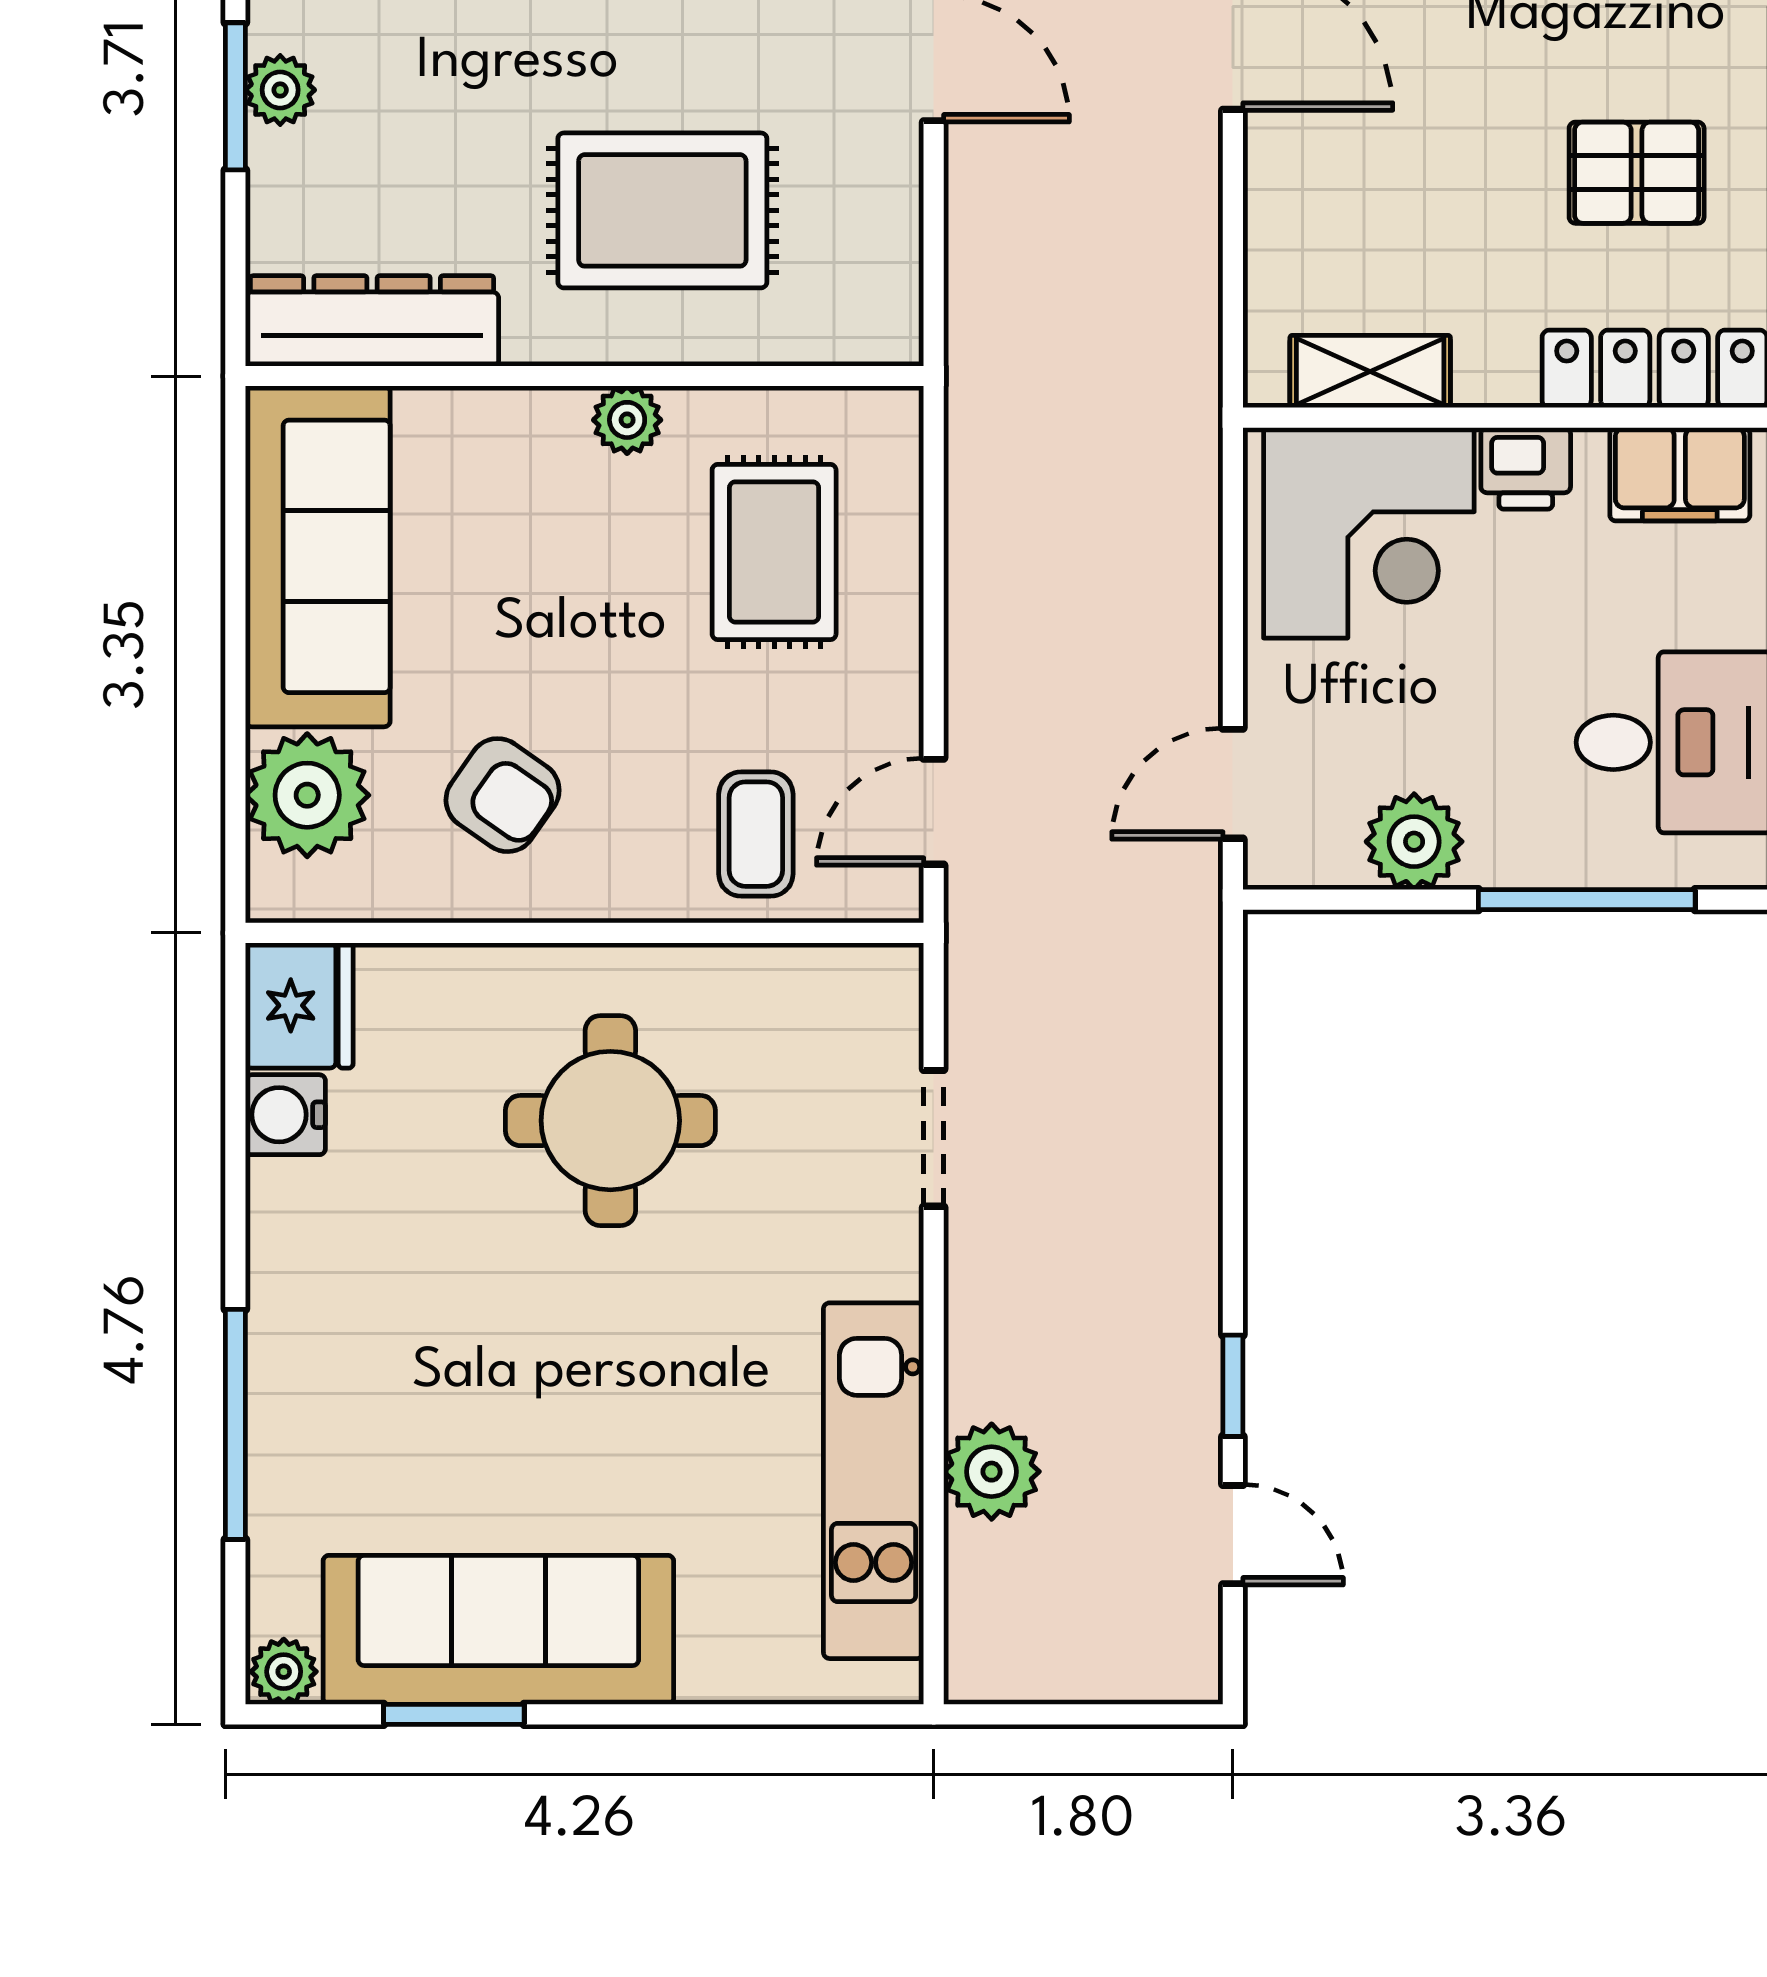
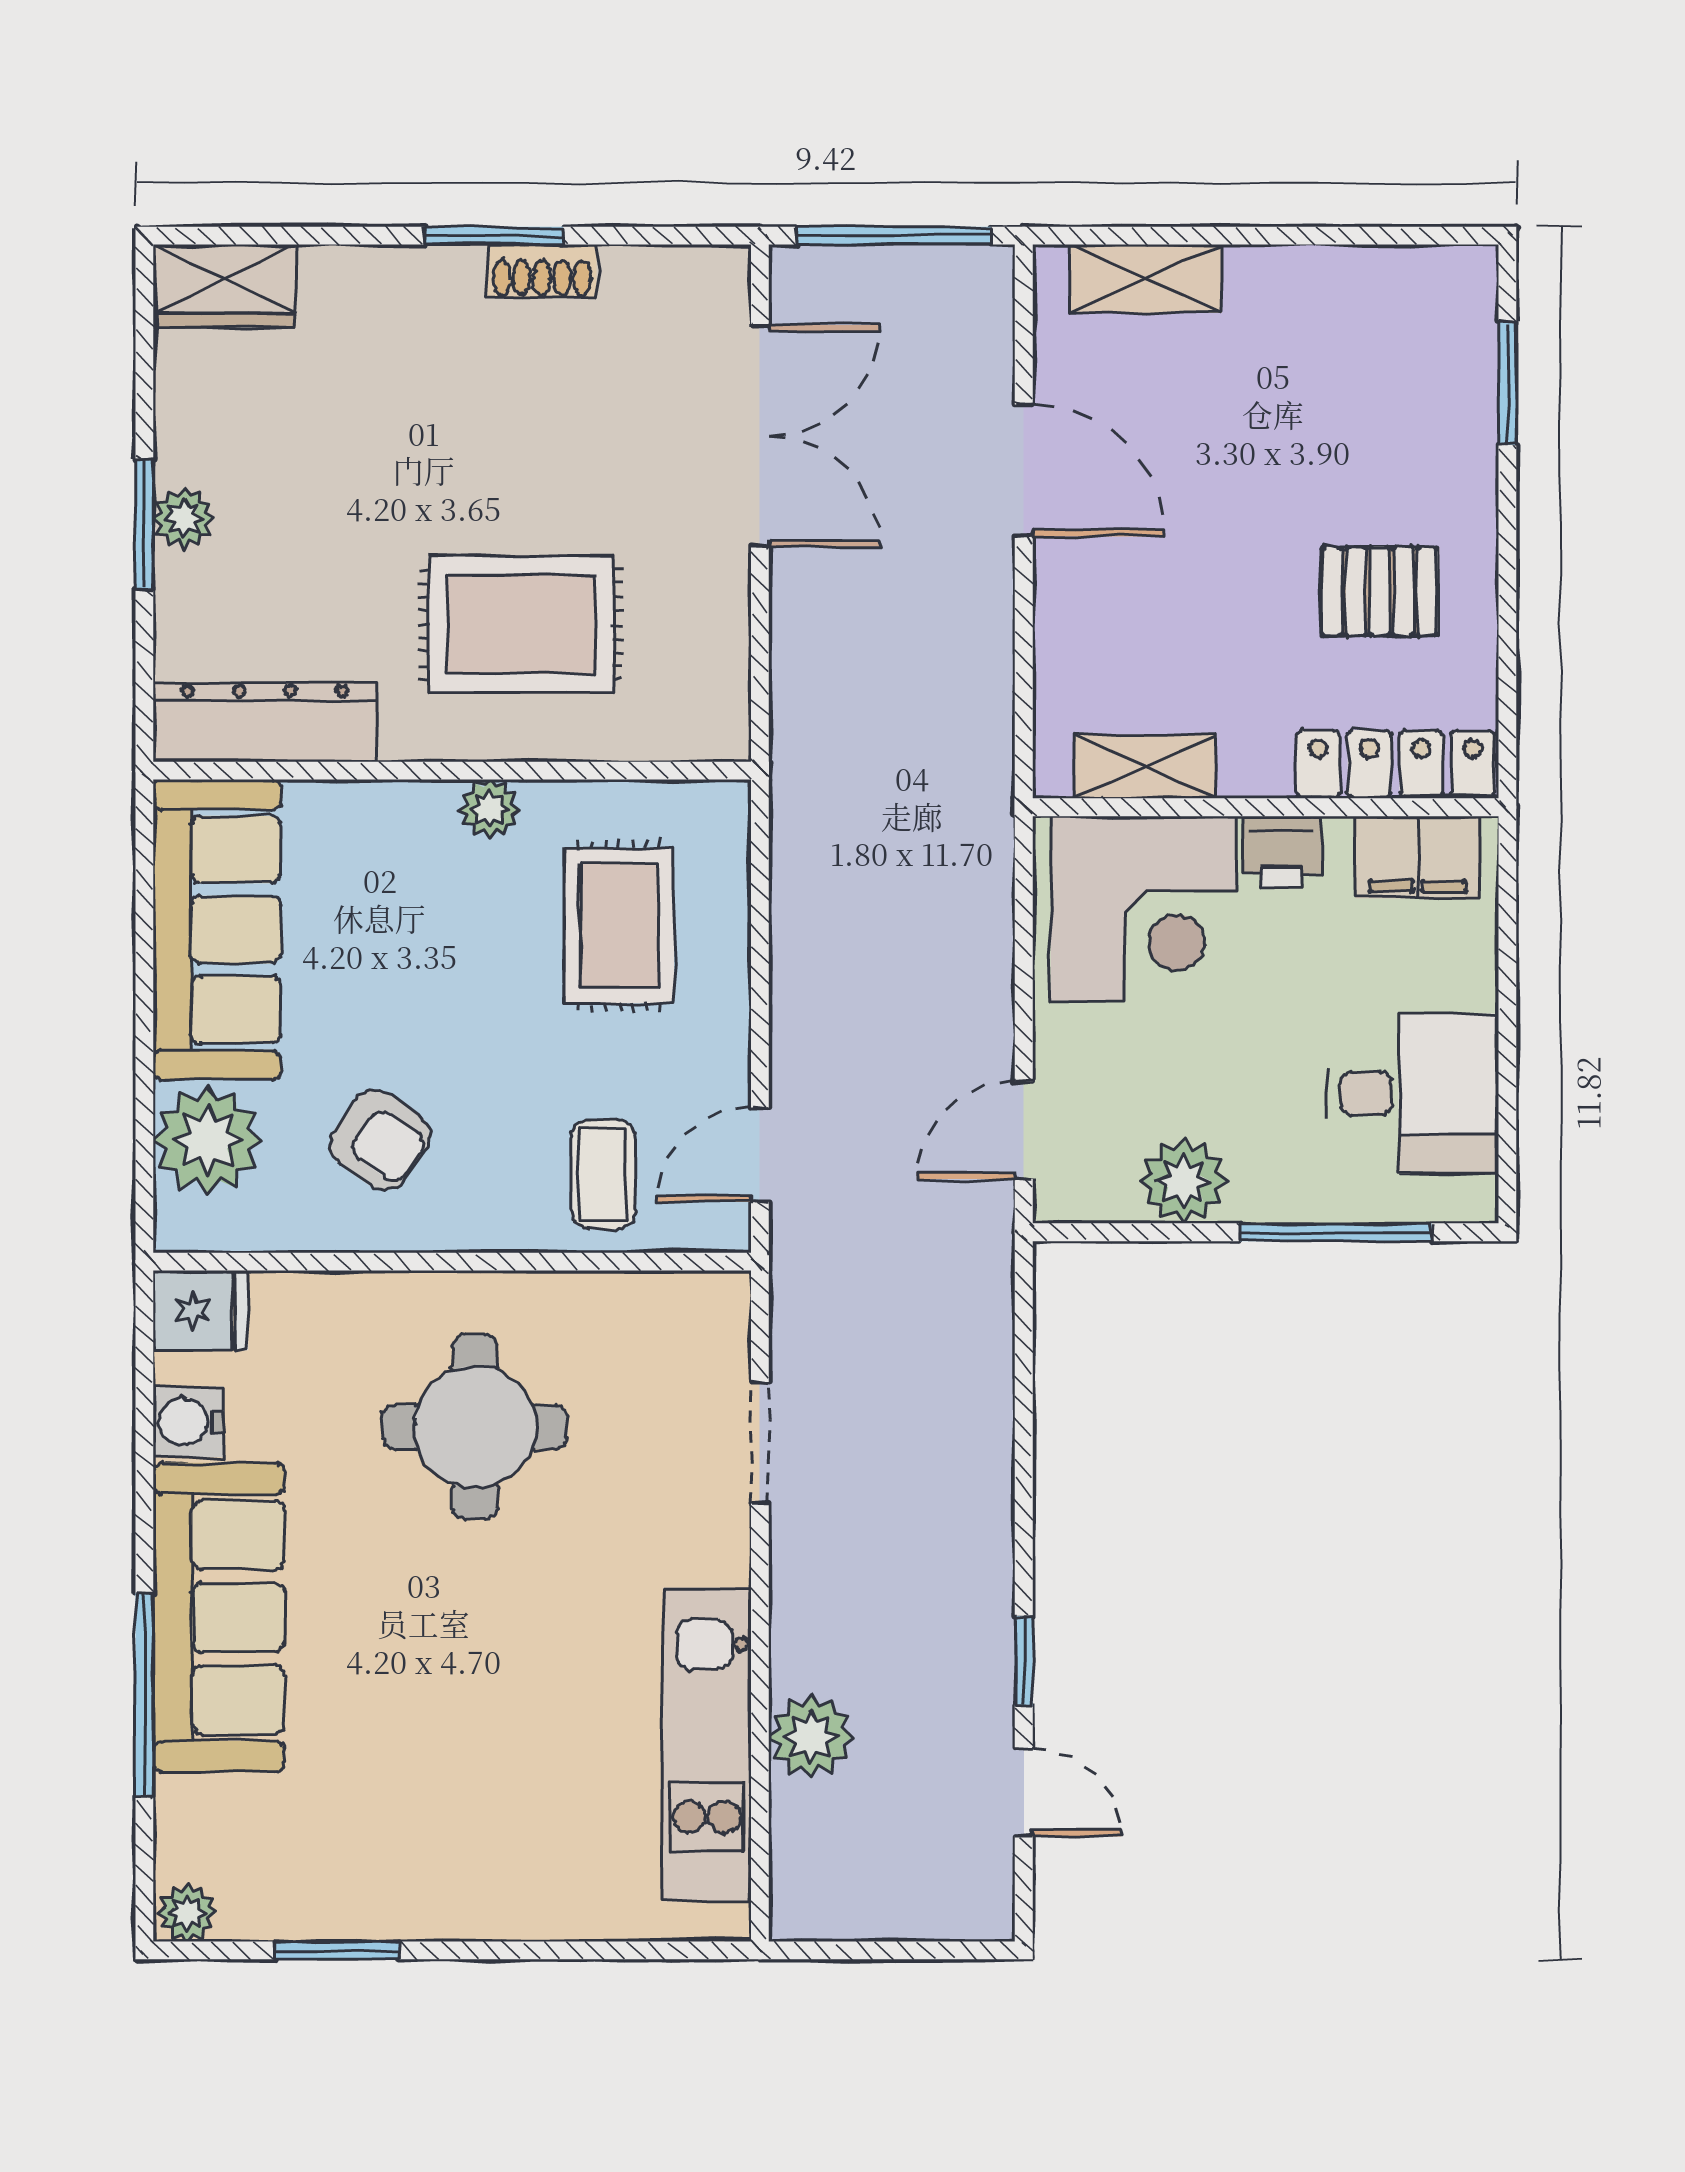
fridge: (299, 1005) -> (201, 1310), width x0.72
sofa: (498, 1630) -> (219, 1618), moved, turned 90

